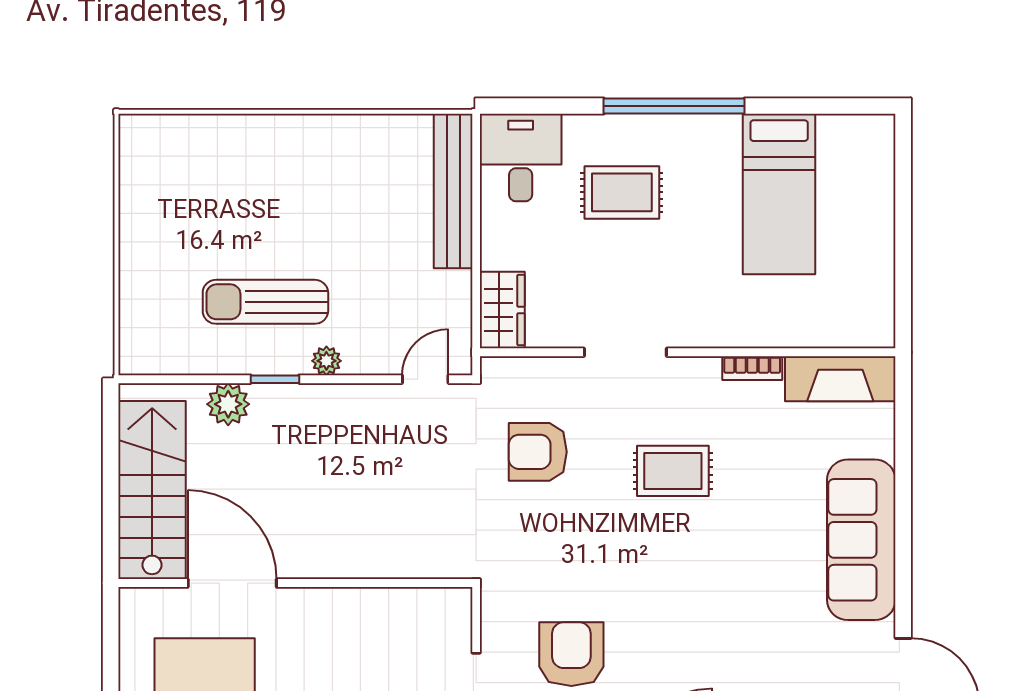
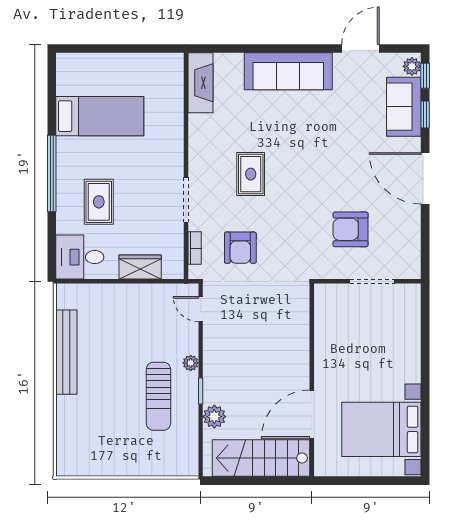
bench: (453, 191) -> (66, 352), moved, turned 90
wardrobe: (502, 310) -> (140, 267), moved
bookcase: (752, 368) -> (195, 248), moved

